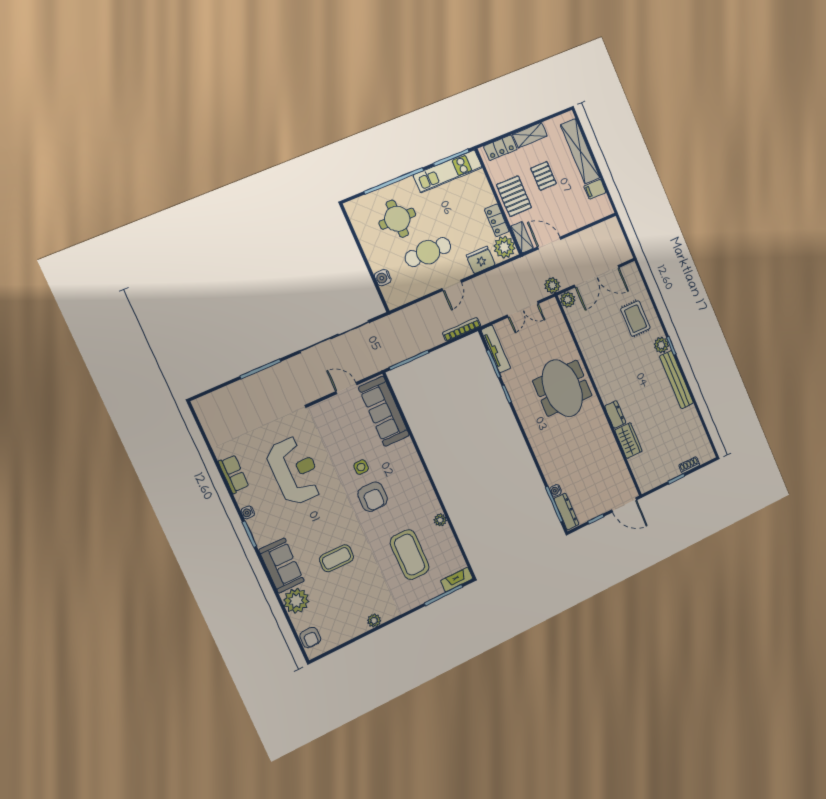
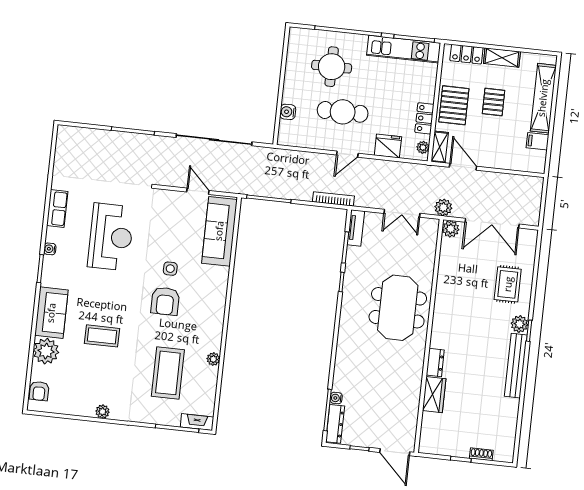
plant: (504, 247) -> (423, 147), width x0.53, depth x0.53
tv unit: (496, 349) -> (356, 228), width x0.71

